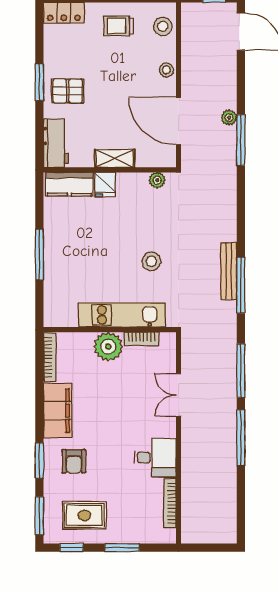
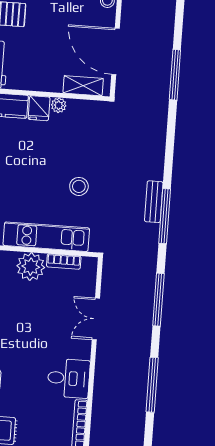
plant: (229, 118) -> (165, 52), removed
shelving: (115, 158) -> (83, 86), moved
plant: (157, 180) -> (59, 105), moved
bench: (229, 271) -> (154, 202), width x0.73
window: (241, 438) -> (152, 385), moved

